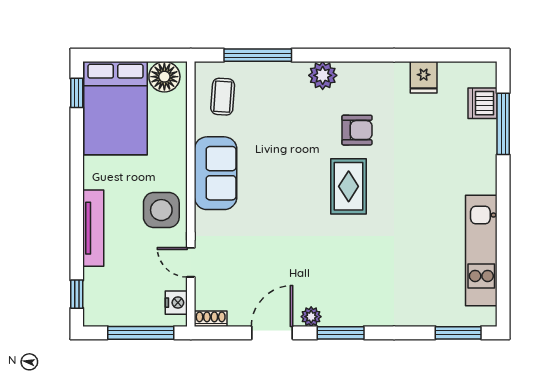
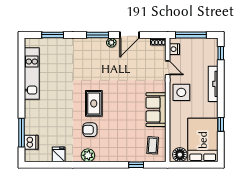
window: (258, 55) -> (136, 165), width x0.46
plant: (323, 75) -> (88, 155), moved
window: (77, 93) -> (221, 124), moved
window: (458, 333) -> (53, 35), moved

